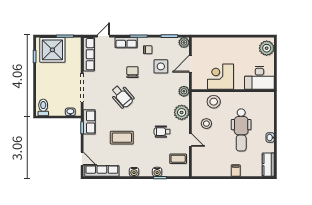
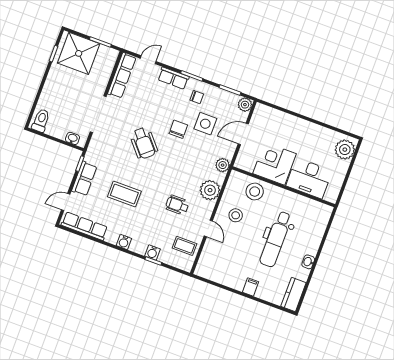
chair: (132, 72) -> (178, 129), moved
desk: (259, 78) -> (309, 178), moved
row of seats: (89, 122) -> (84, 179), moved
door: (82, 159) -> (66, 202), swing flipped

